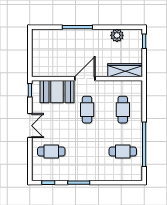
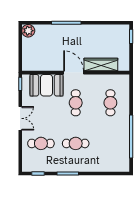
plant: (117, 35) -> (28, 31), moved
wardrobe: (125, 70) -> (101, 64), moved
door: (85, 79) -> (74, 73), hinge flipped
cafe table: (123, 152) -> (76, 143), moved

